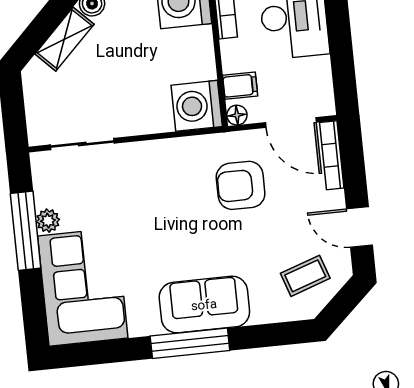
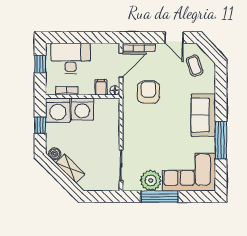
washing machine: (197, 106) -> (82, 109), moved
armchair: (241, 185) -> (148, 92), turned 180
plant: (48, 221) -> (151, 180), width x1.87, depth x1.87
door: (359, 227) -> (174, 38), hinge flipped
window: (190, 343) -> (221, 140), moved

